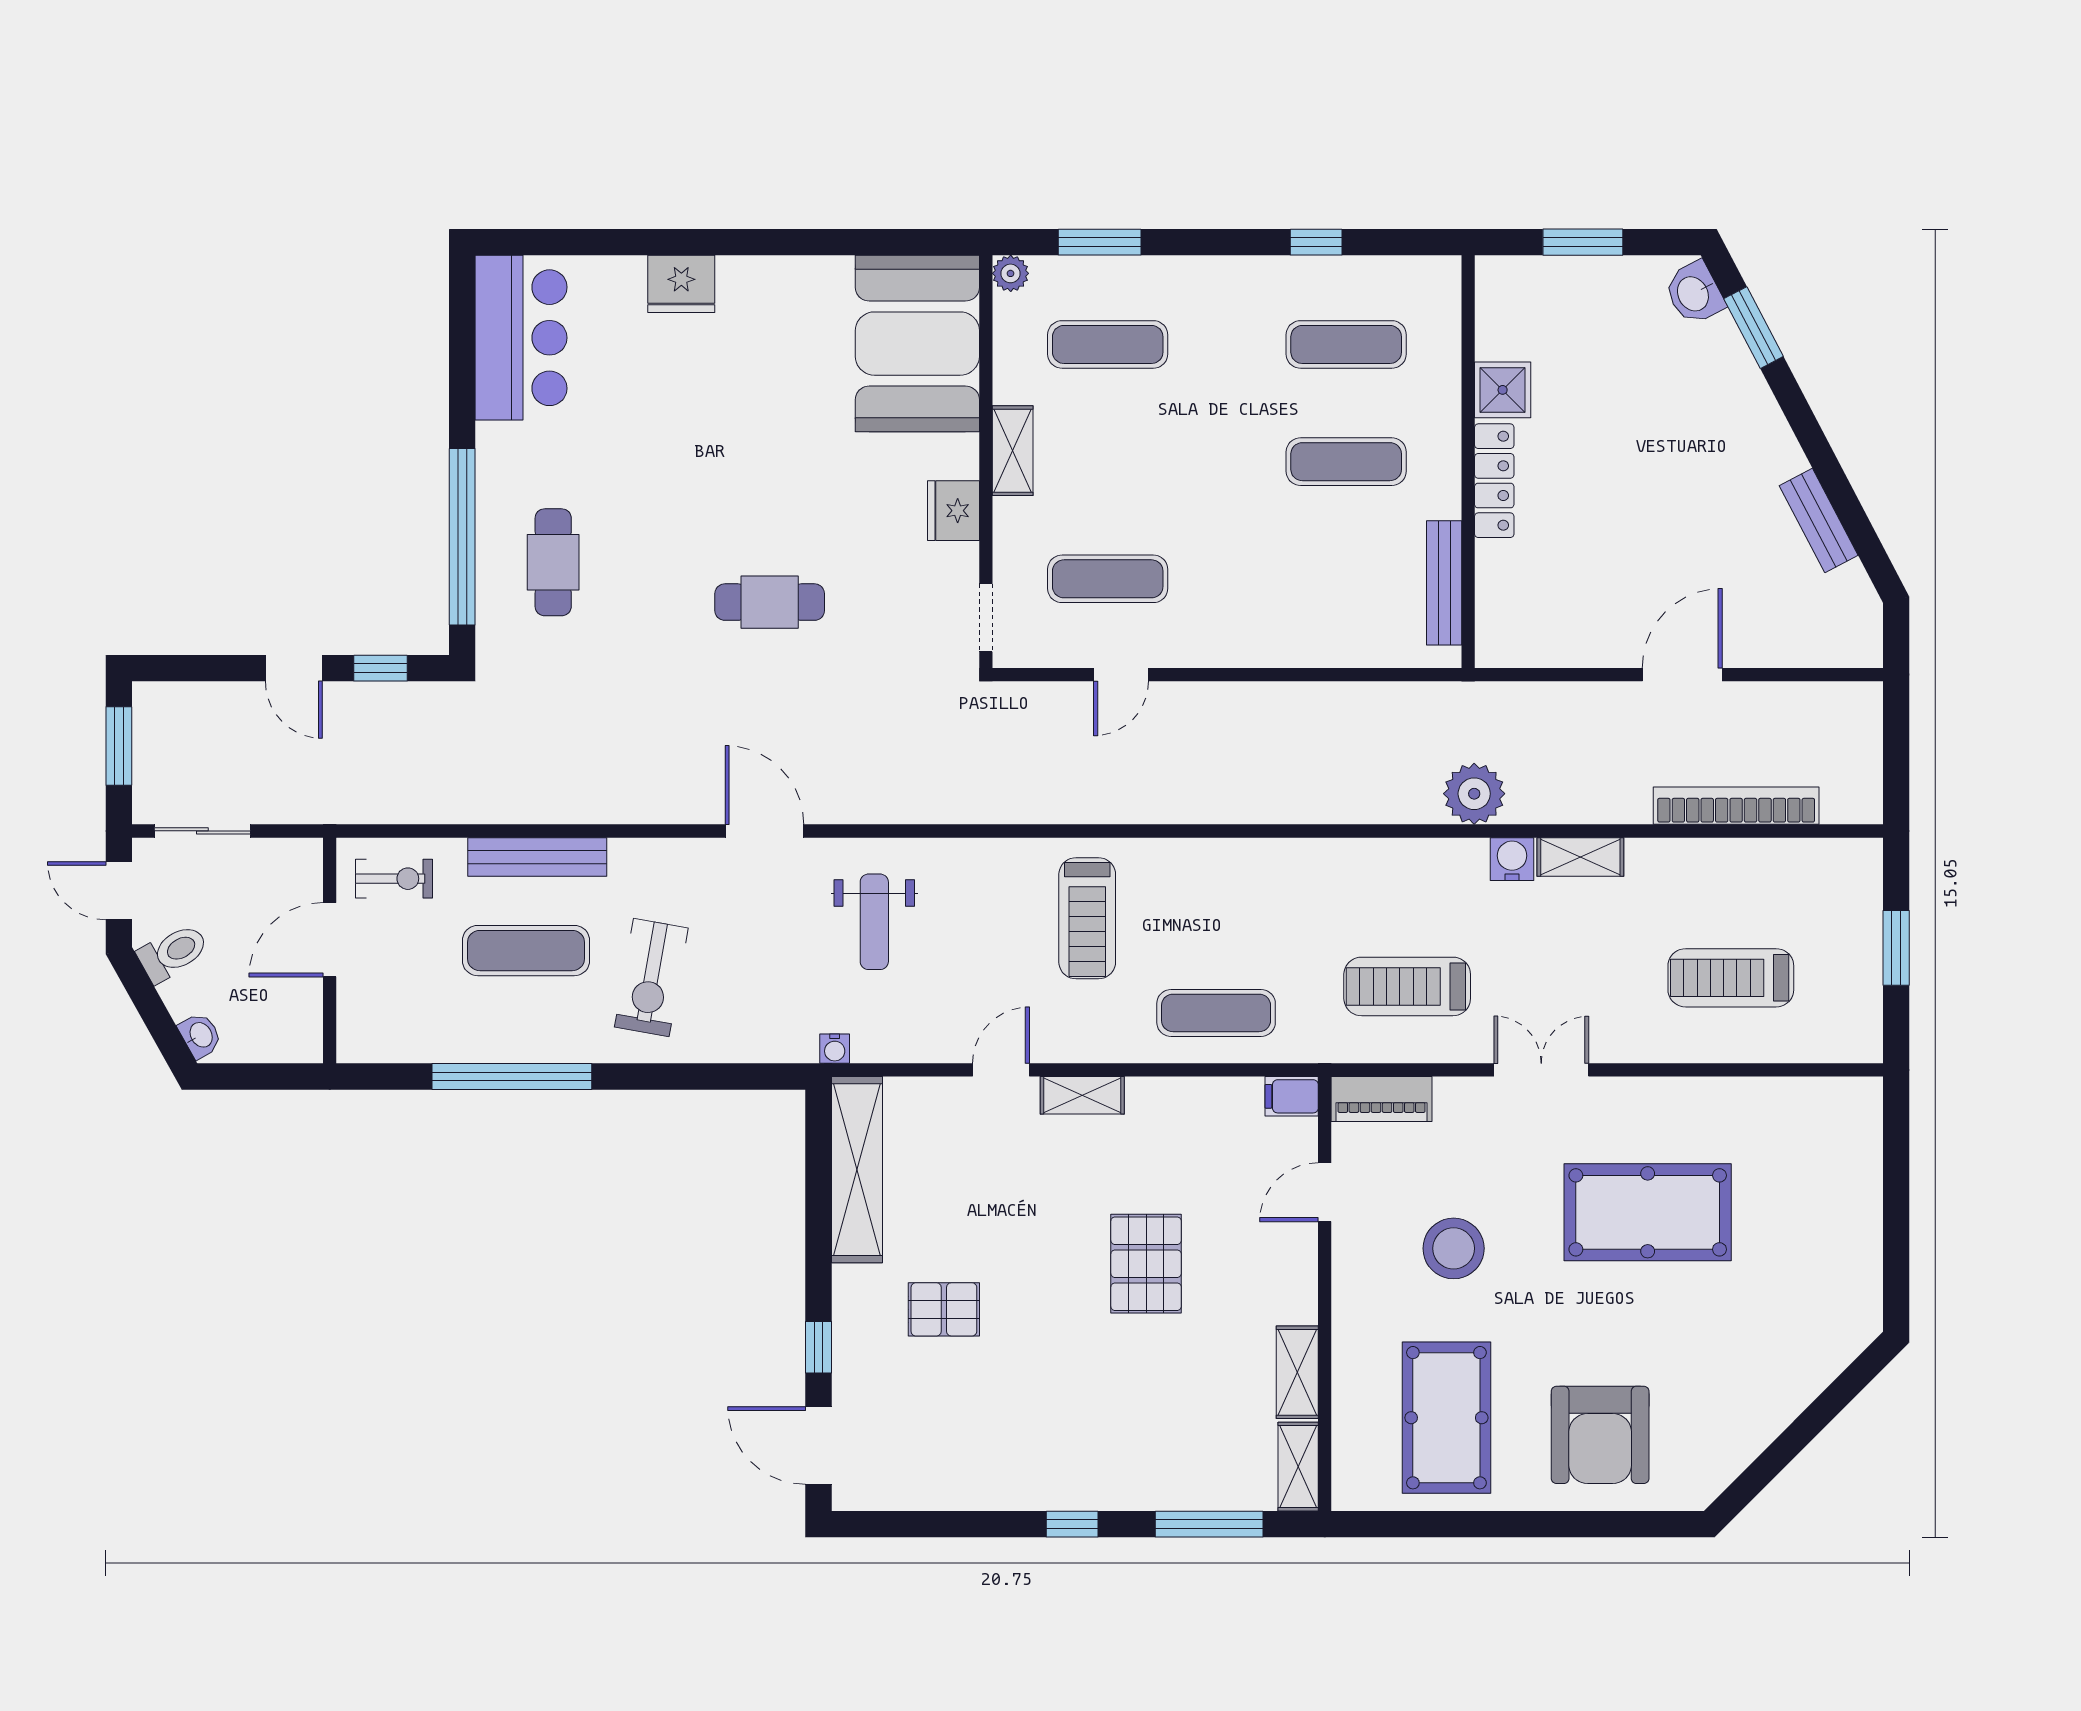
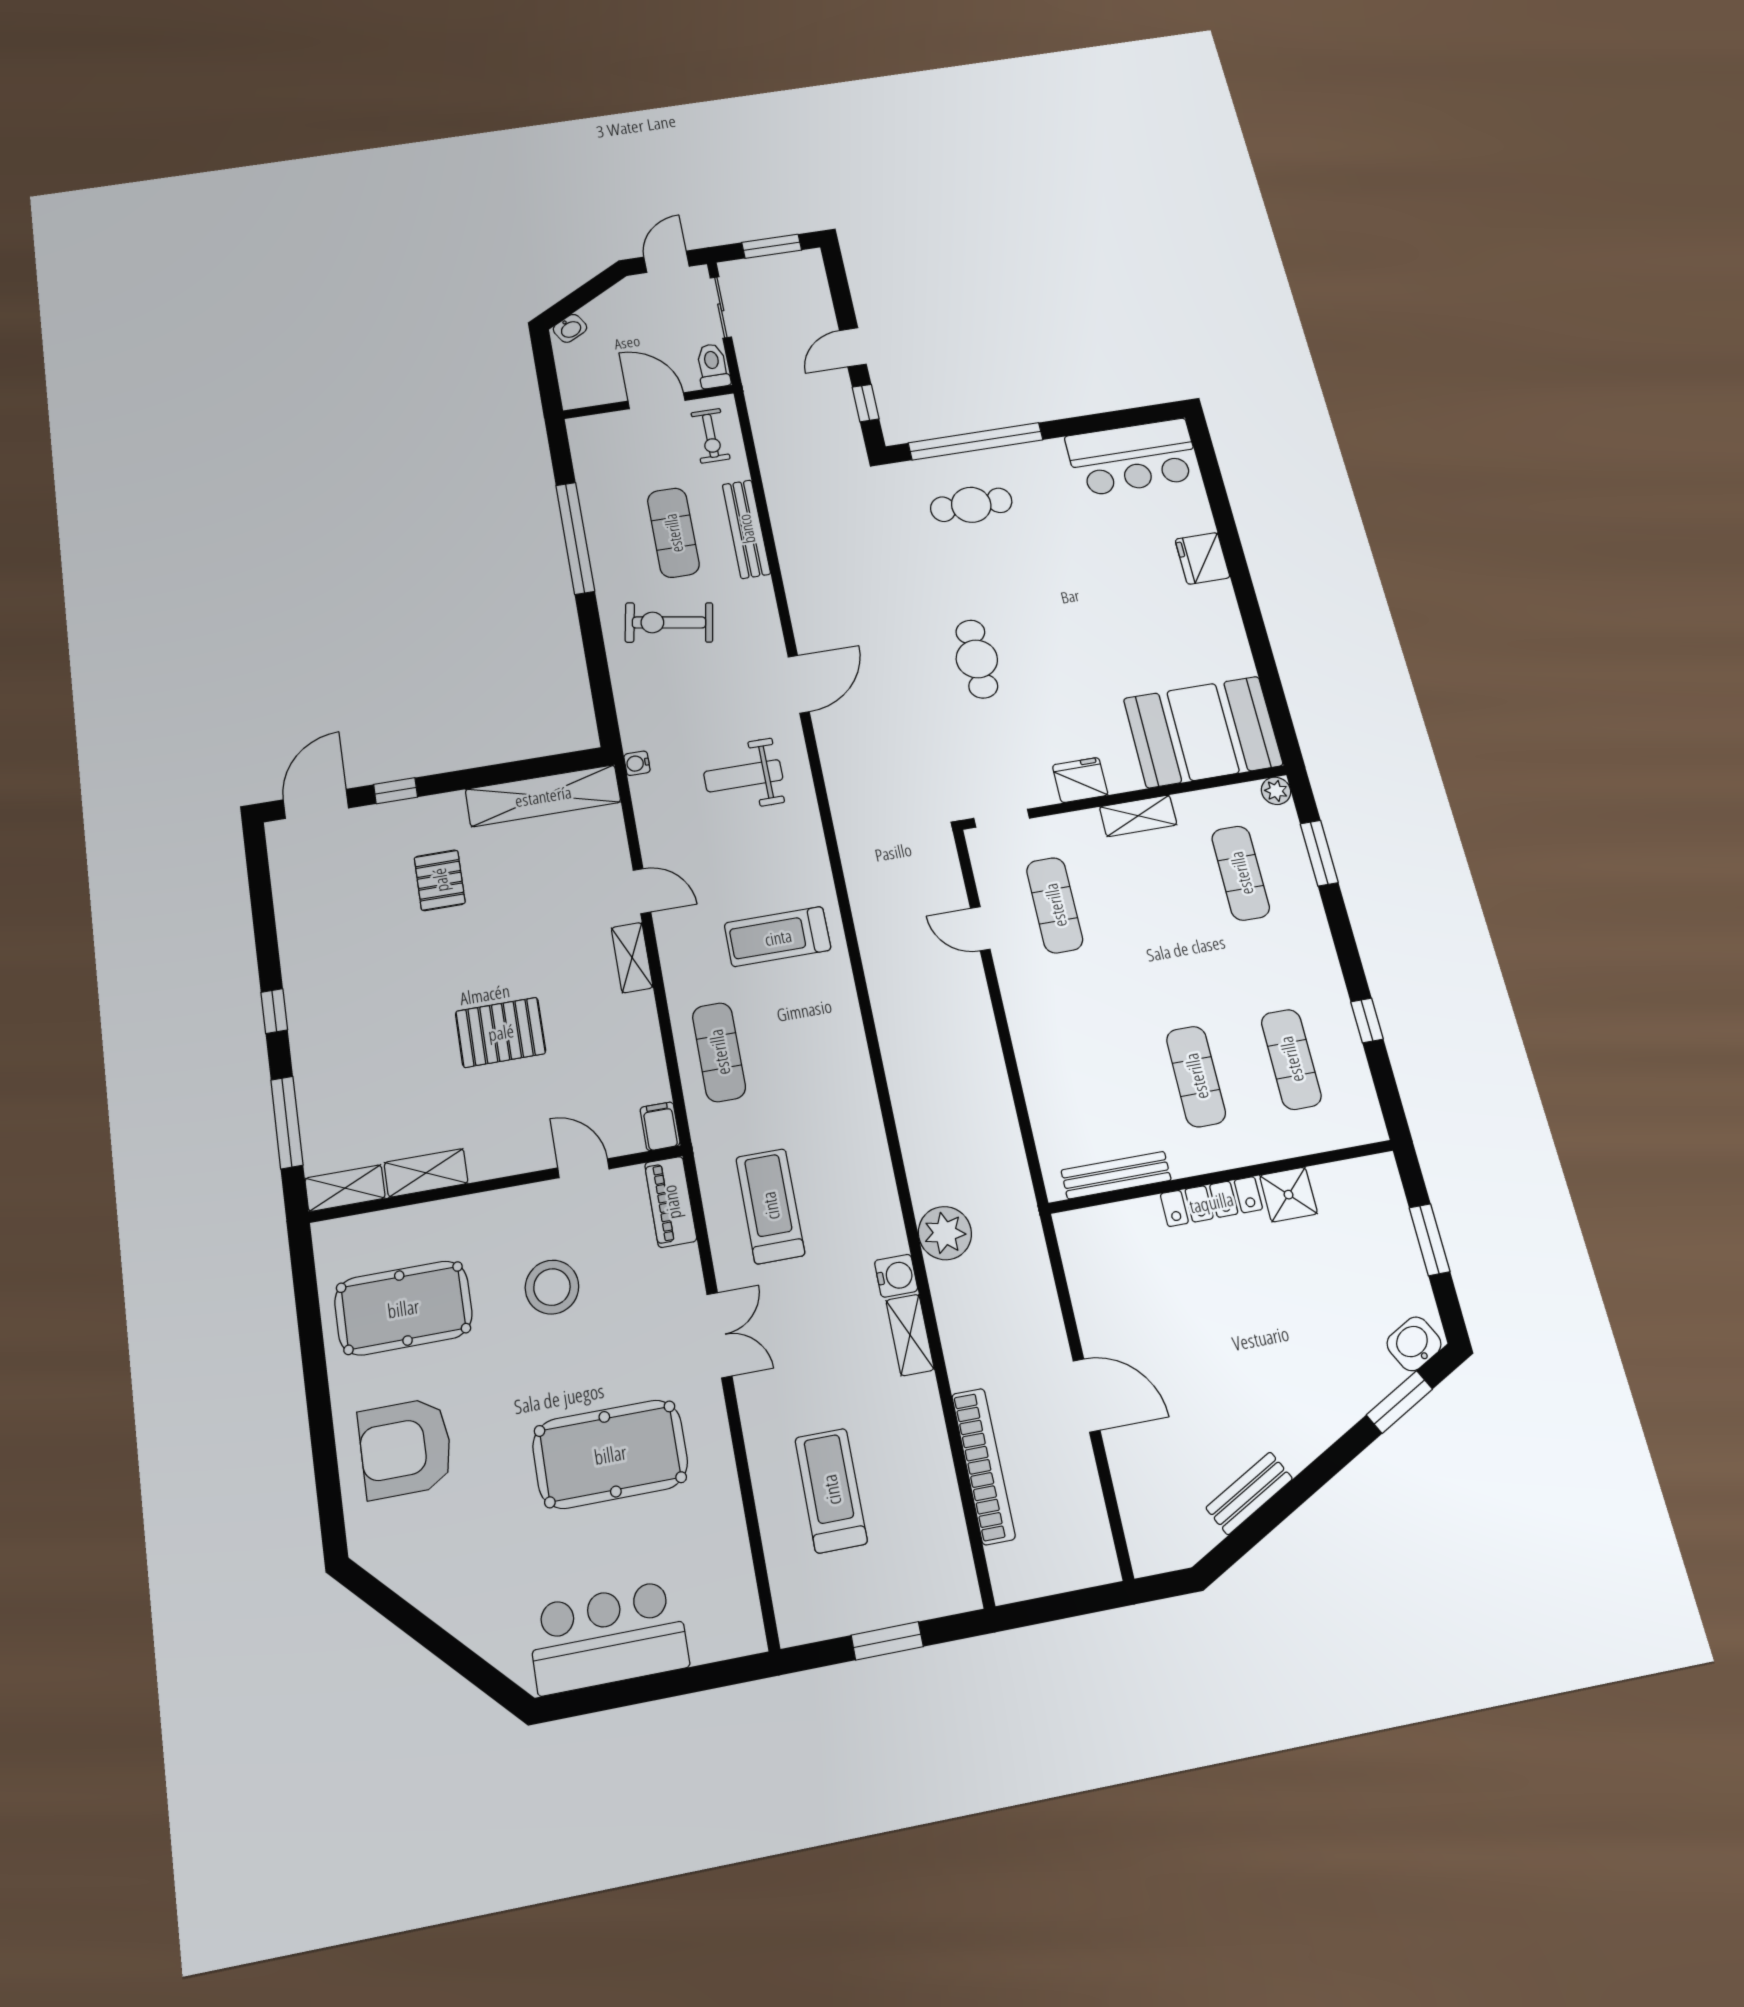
toilet: (173, 953) -> (713, 366), moved, turned -151
pool table: (1648, 1212) -> (610, 1454), turned 90
bar counter: (1837, 1245) -> (608, 1637), added

